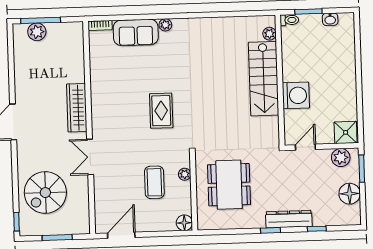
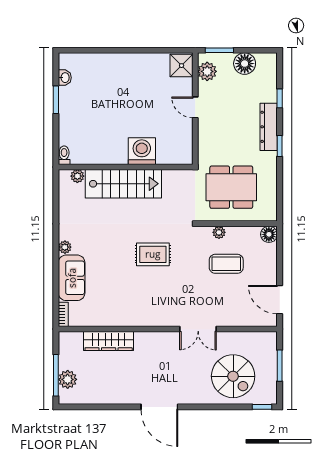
toilet: (289, 20) -> (64, 155), moved
plant: (269, 34) -> (77, 176), moved
stairs: (264, 79) -> (123, 184), moved
wall: (280, 80) -> (126, 167), moved
washing machine: (296, 95) -> (142, 151), moved
wardrobe: (77, 108) -> (109, 341), moved

